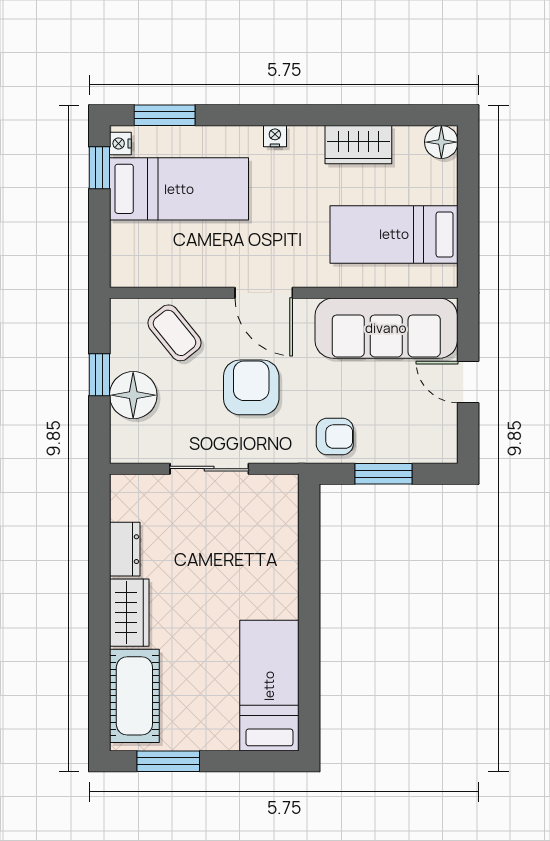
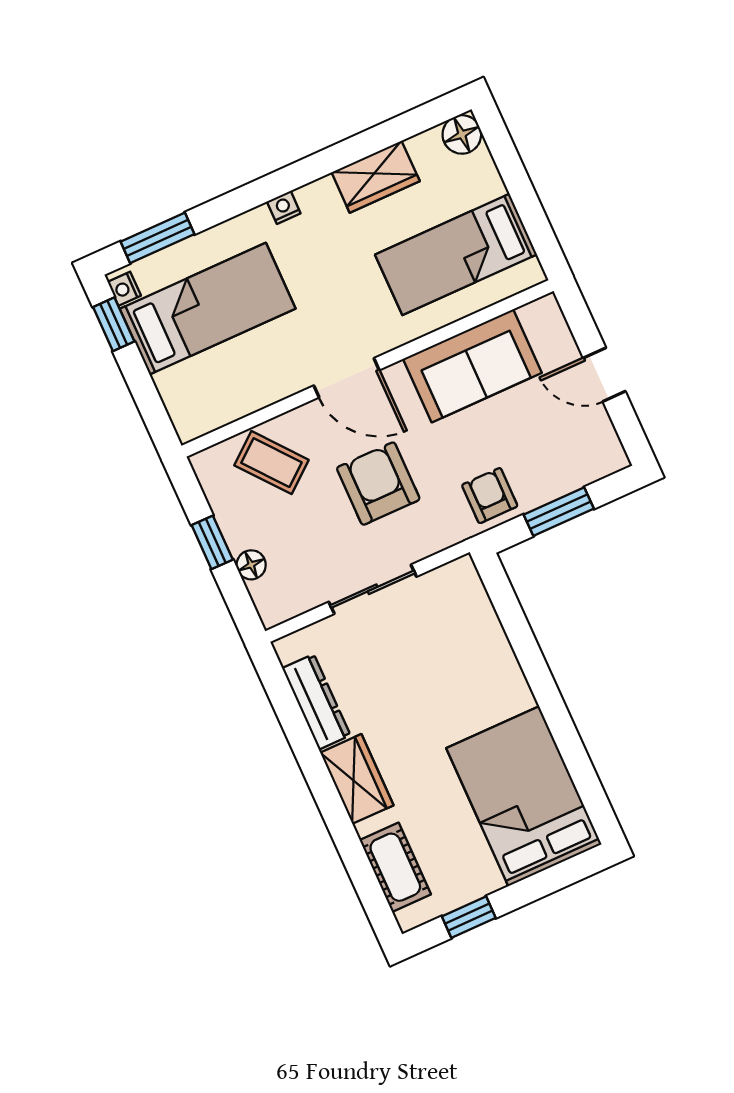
sofa: (386, 328) -> (472, 366), width x0.73
floor lamp: (133, 395) -> (251, 565), width x0.53, depth x0.53
armchair: (335, 437) -> (490, 496), turned -90
dresser: (125, 549) -> (316, 702), width x1.44
bed: (269, 686) -> (524, 796), width x1.50
cot: (134, 696) -> (395, 867), width x0.73, depth x0.75
window: (168, 761) -> (469, 917), width x0.67

